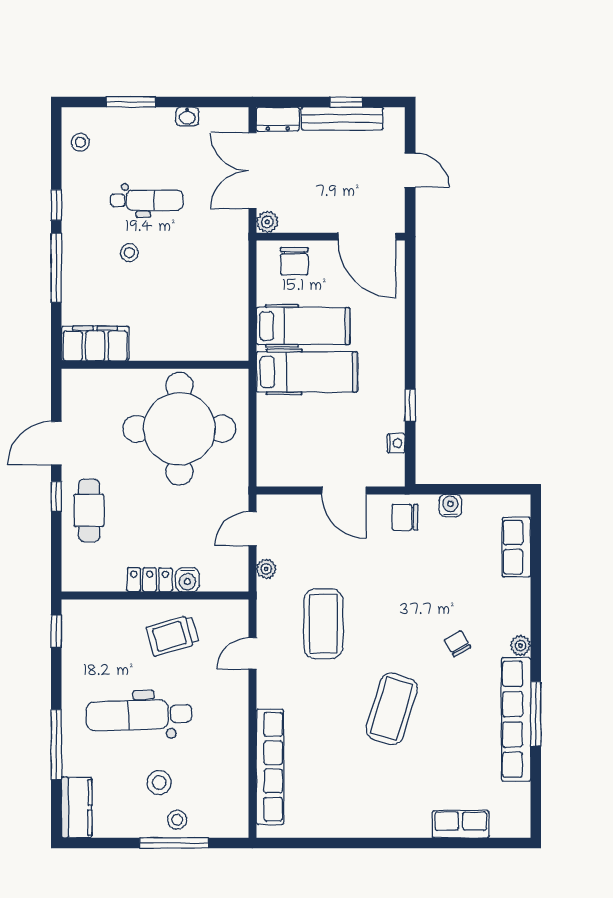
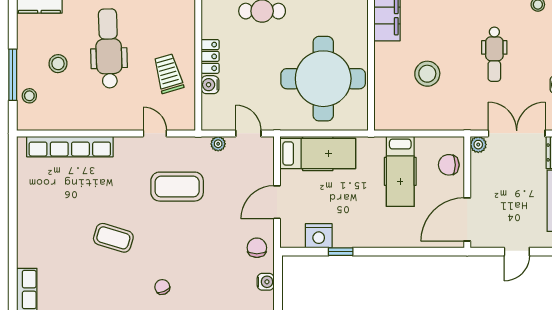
stool: (129, 253) -> (427, 74), moved, width x1.89, depth x1.89
hospital bed: (307, 372) -> (318, 153), moved, turned -90
nightstand: (396, 443) -> (319, 236), width x1.89, depth x1.79
chair: (457, 643) -> (162, 287), turned -83
coffee table: (392, 709) -> (113, 238), width x0.73, depth x0.76
stool: (177, 820) -> (29, 96), moved

